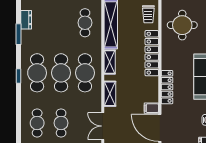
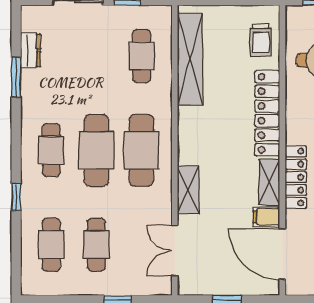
shelving: (110, 62) -> (269, 182), moved
cafe table: (37, 73) -> (51, 150), width x0.73, depth x0.74
window: (18, 76) -> (16, 197), moved

